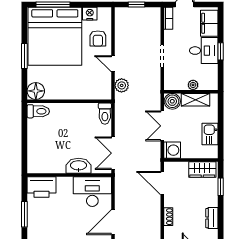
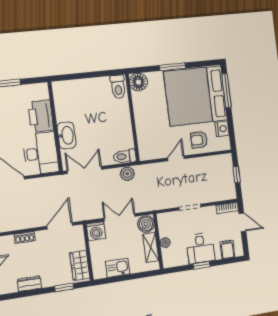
filing cabinet: (209, 23) -> (227, 249), width x0.50
plant: (122, 85) -> (127, 174), moved
printer: (42, 187) -> (41, 116), moved

